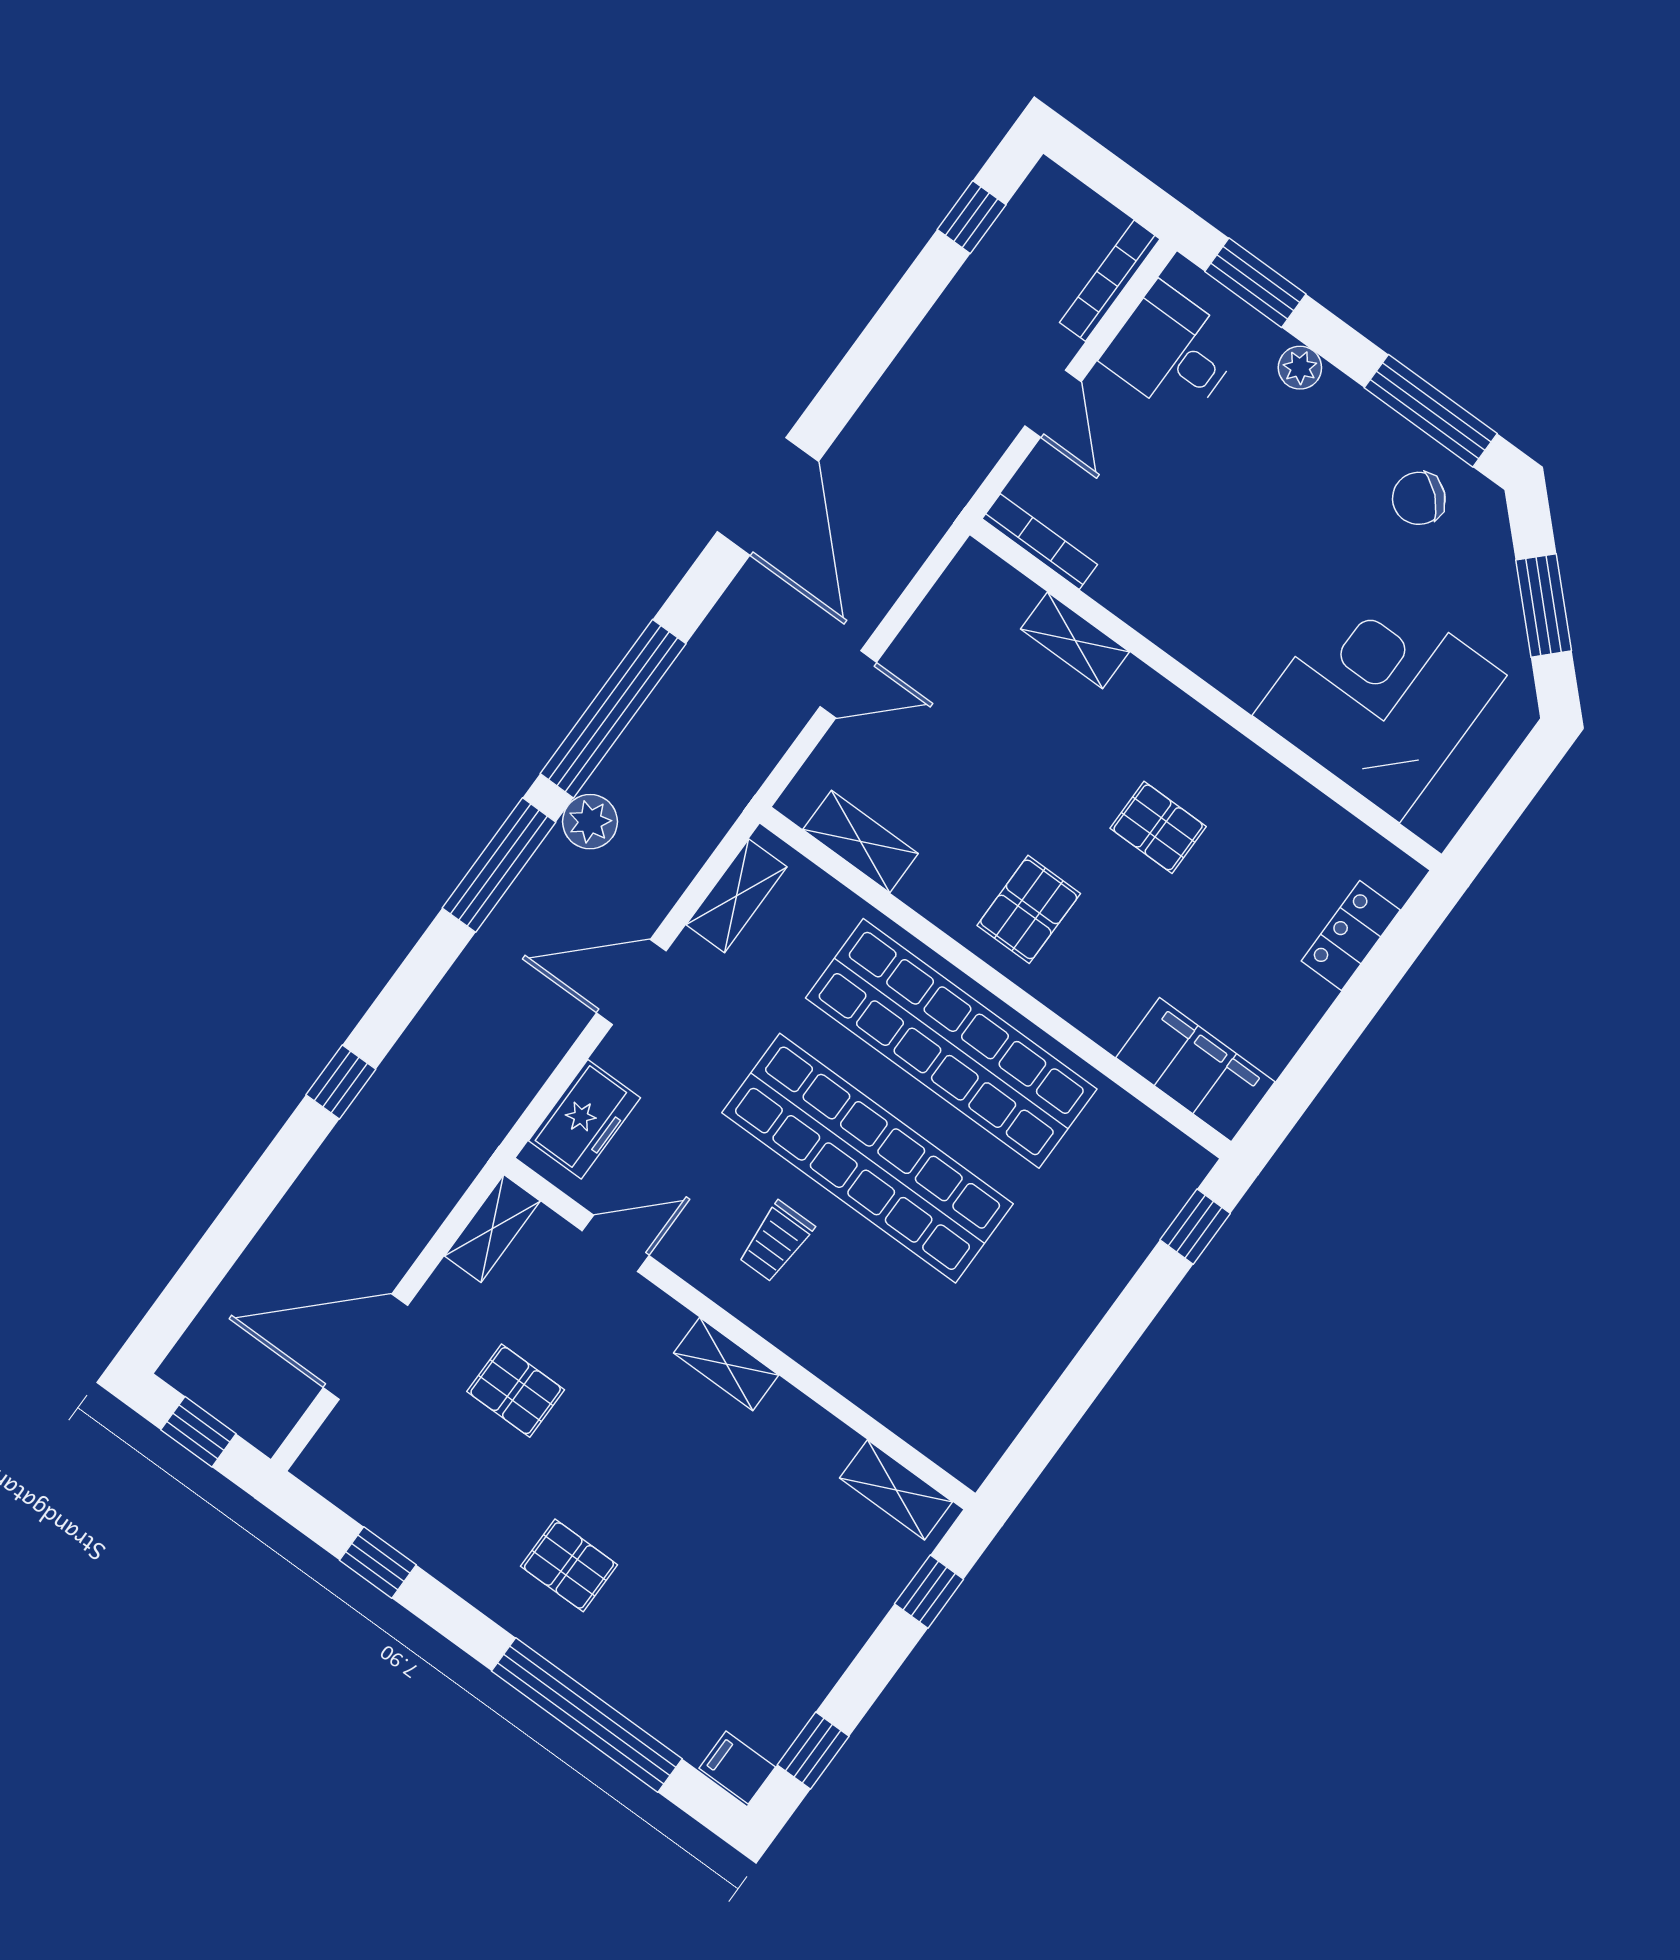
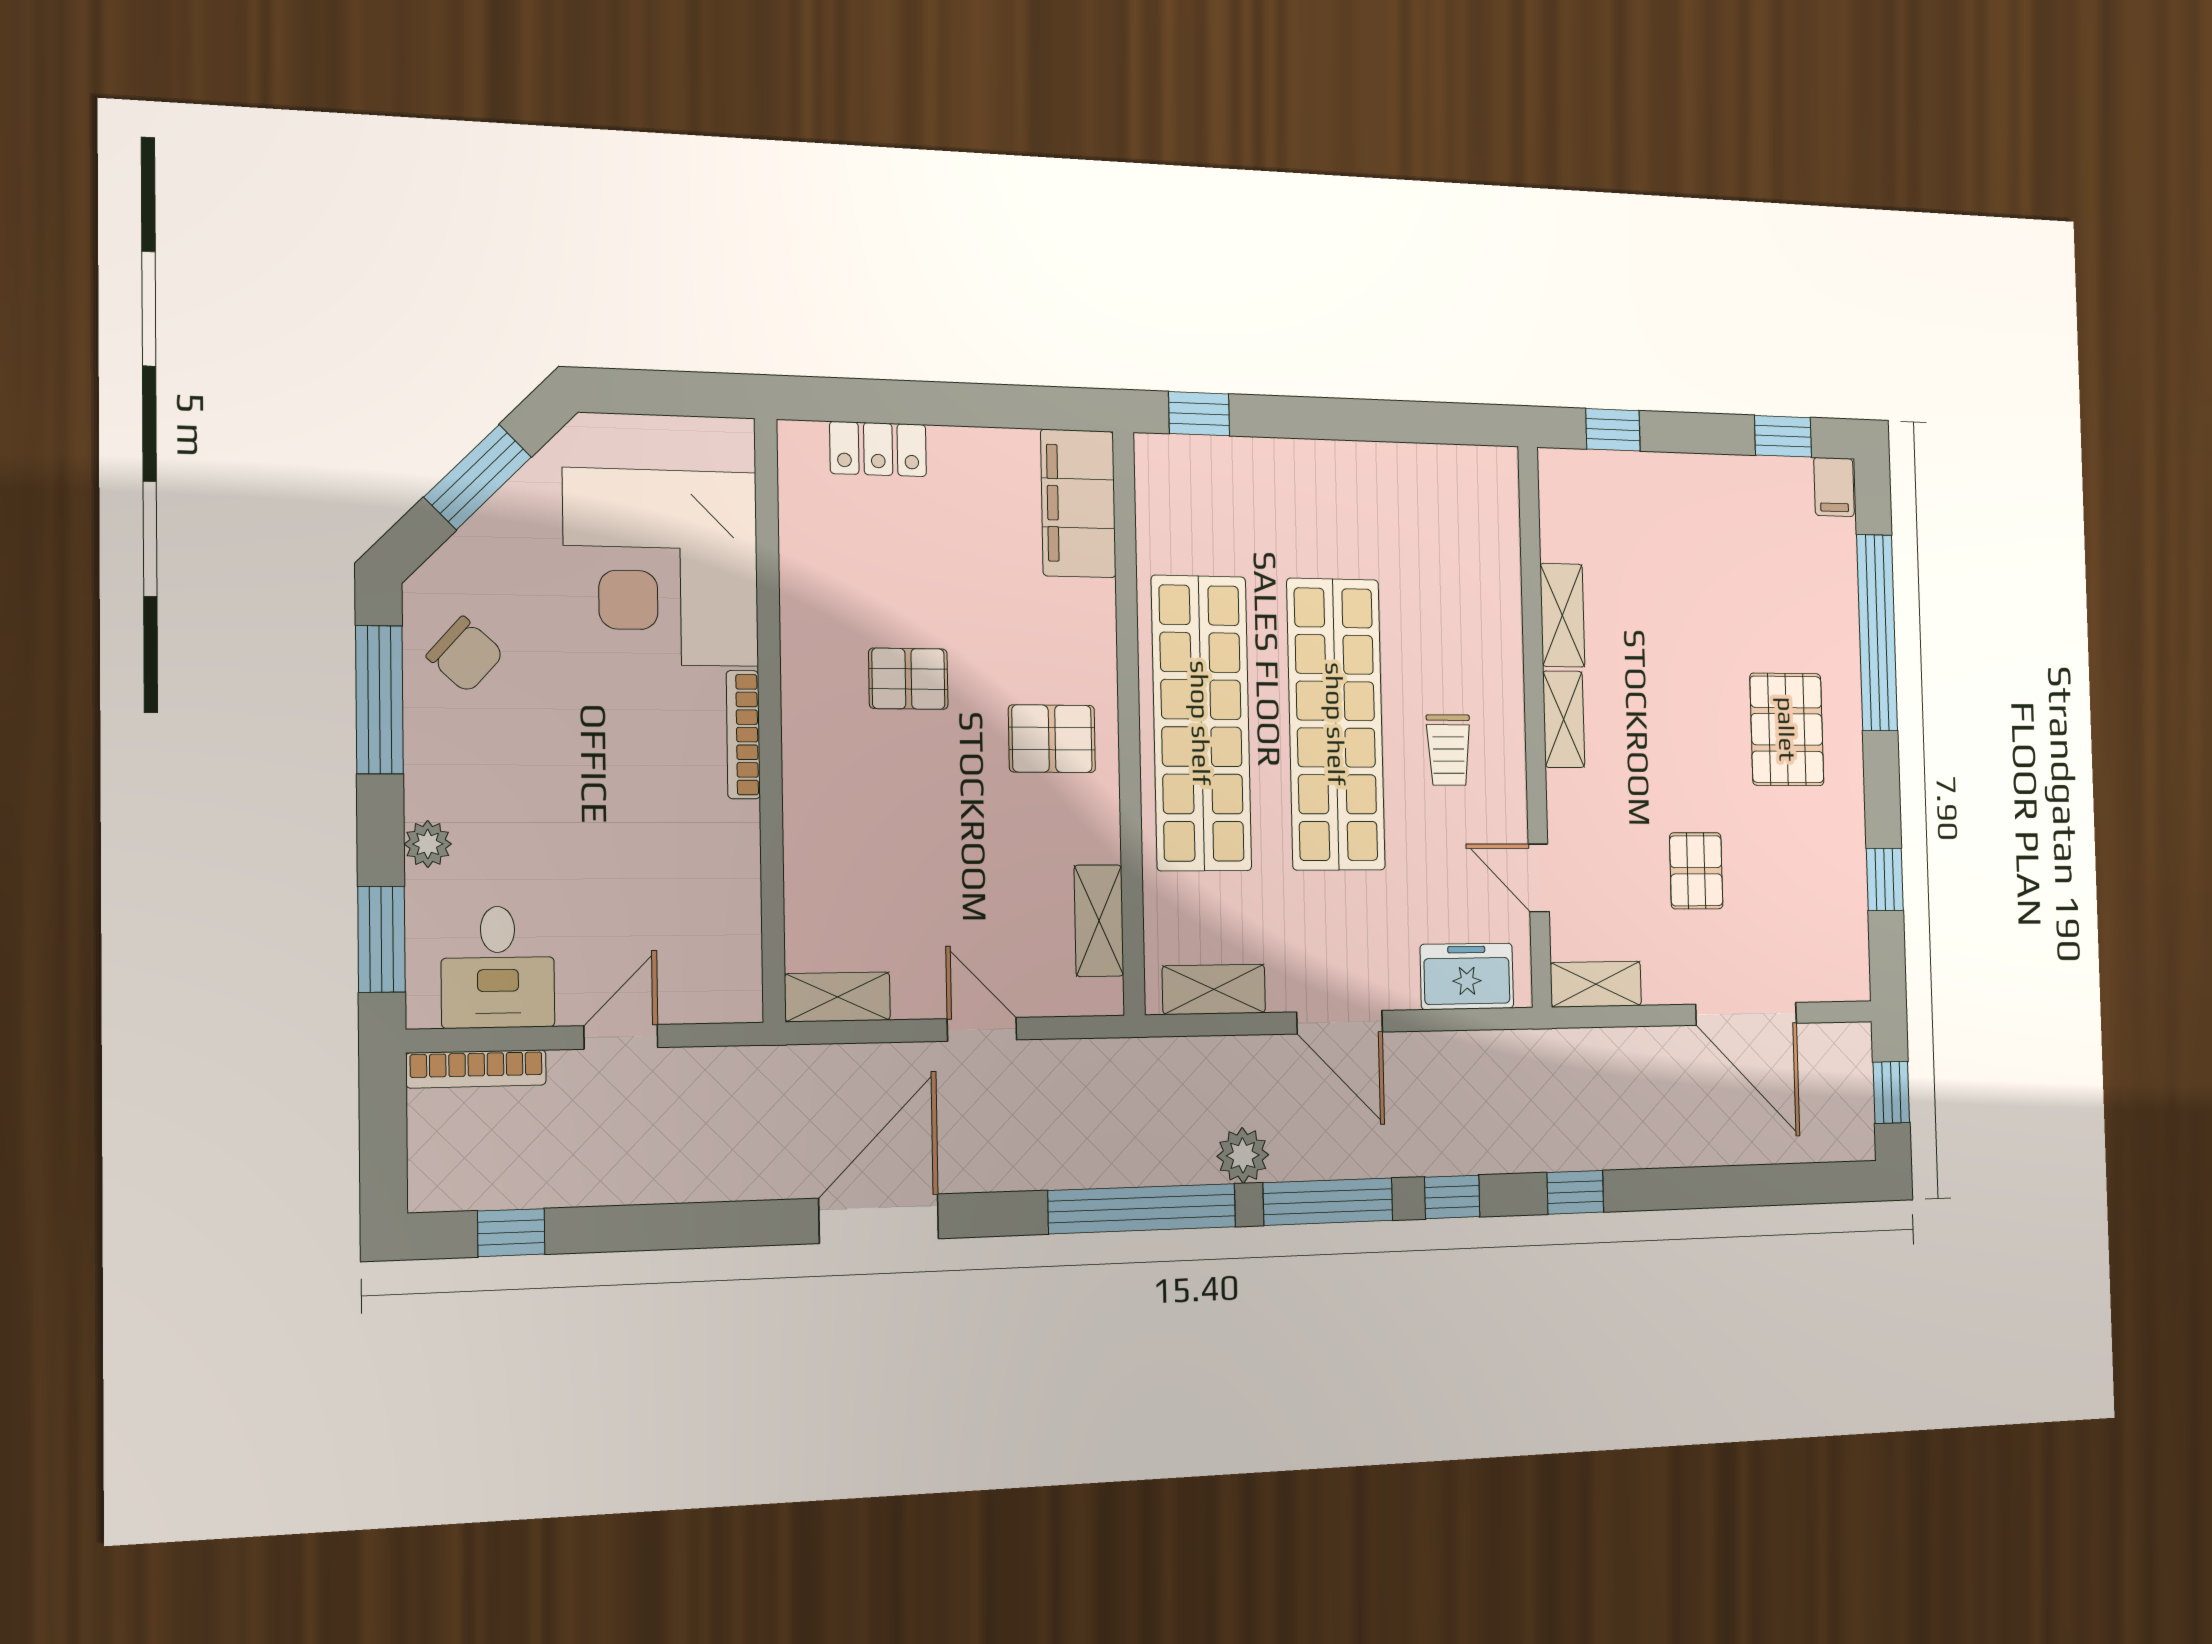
bookcase: (1040, 542) -> (743, 735), moved
shelving: (1075, 640) -> (837, 997), moved, turned 90
pallet: (1158, 827) -> (908, 679), turned 90
window: (421, 973) -> (1452, 1197), added
trolley: (776, 1241) -> (1448, 750), turned 90
shelving: (896, 1490) -> (1562, 615), moved
pallet: (569, 1565) -> (1787, 729), width x1.50, depth x1.42

